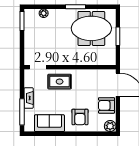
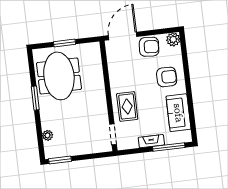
armchair: (106, 105) -> (149, 47), turned -86

